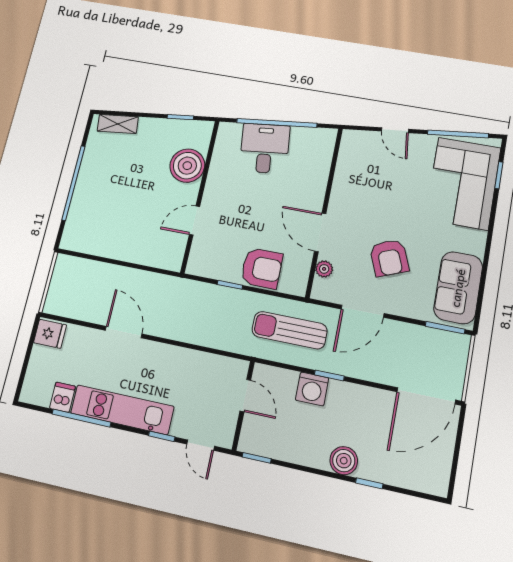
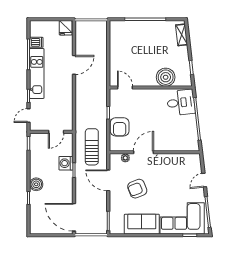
desk: (265, 148) -> (181, 103), moved
door: (194, 220) -> (125, 88), moved
sofa: (458, 288) -> (142, 224), moved

